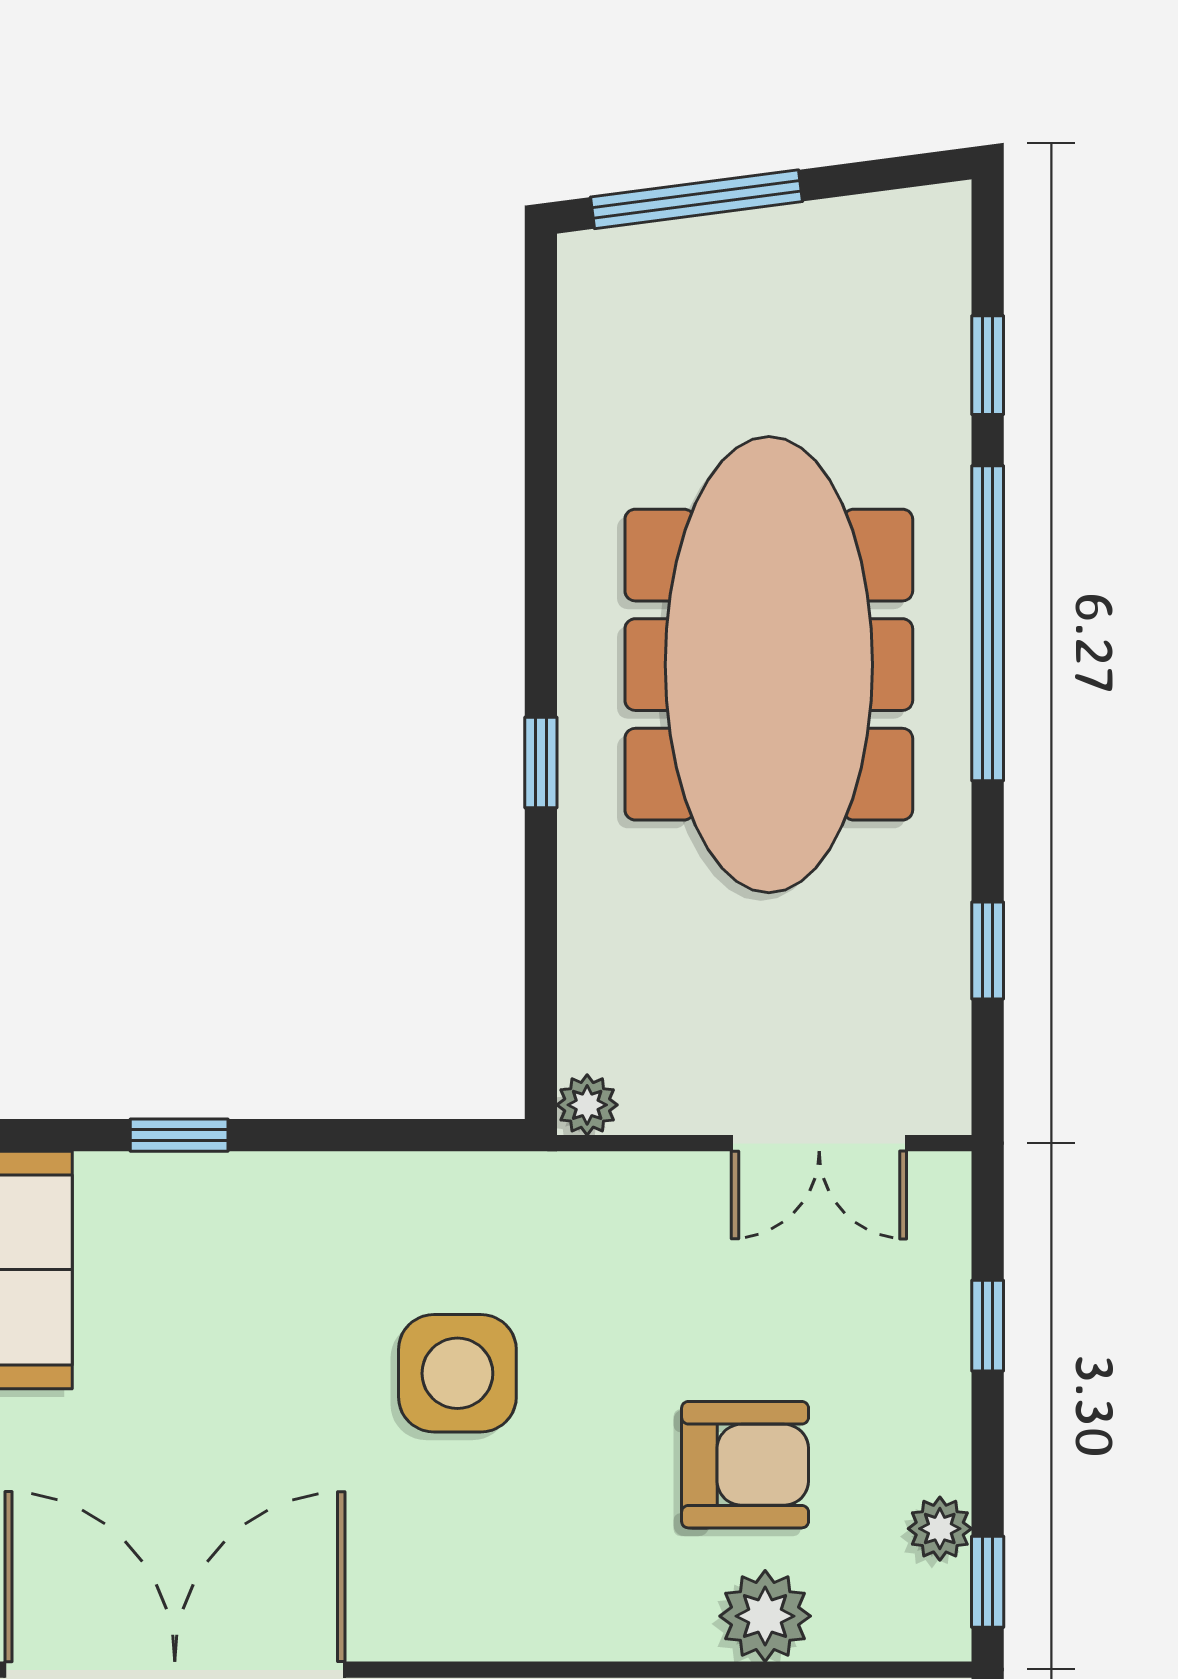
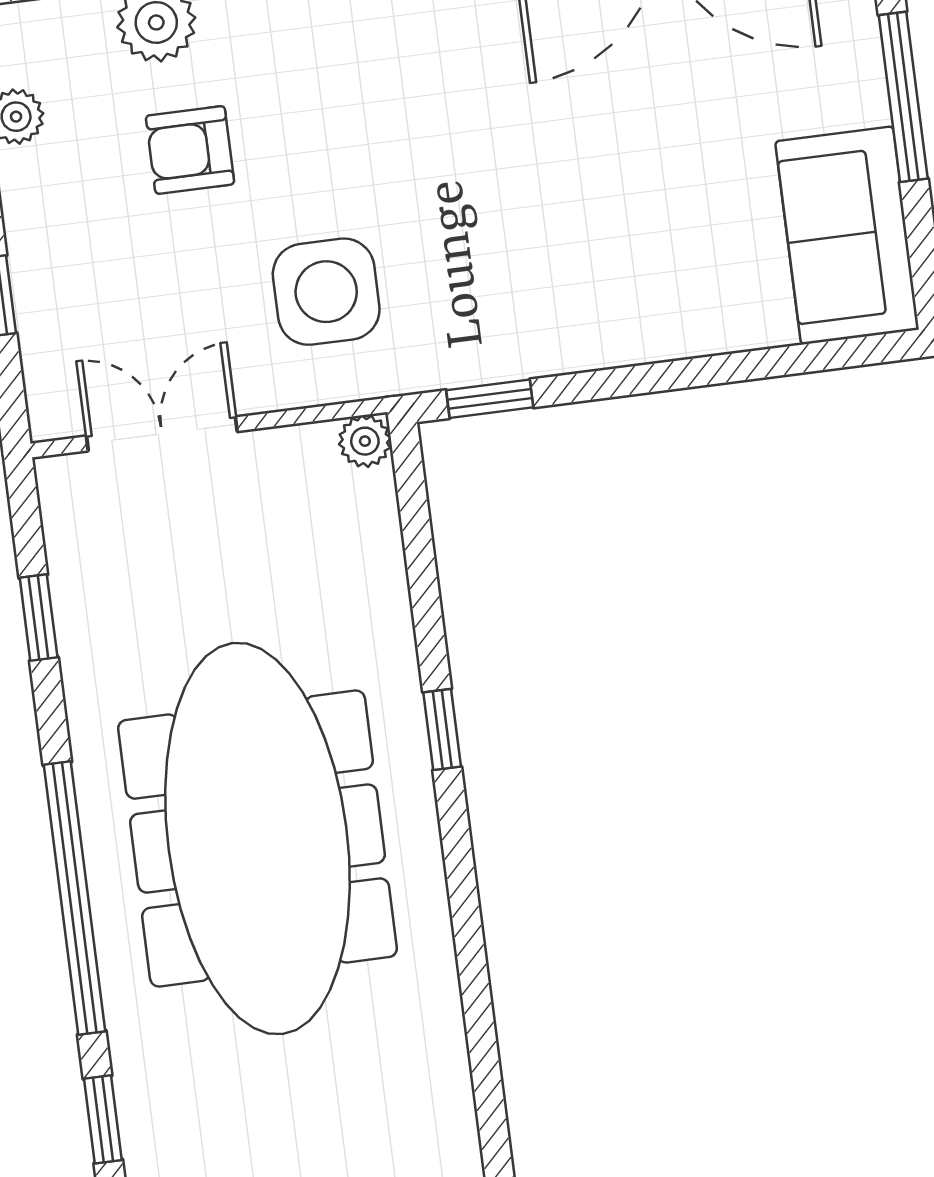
window: (179, 1135) -> (490, 399), moved
side table: (457, 1373) -> (326, 292), moved
armchair: (745, 1465) -> (190, 150), width x0.72, depth x0.72

